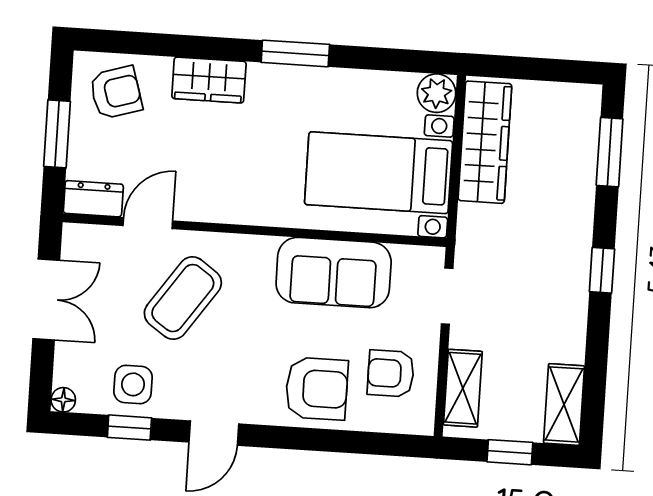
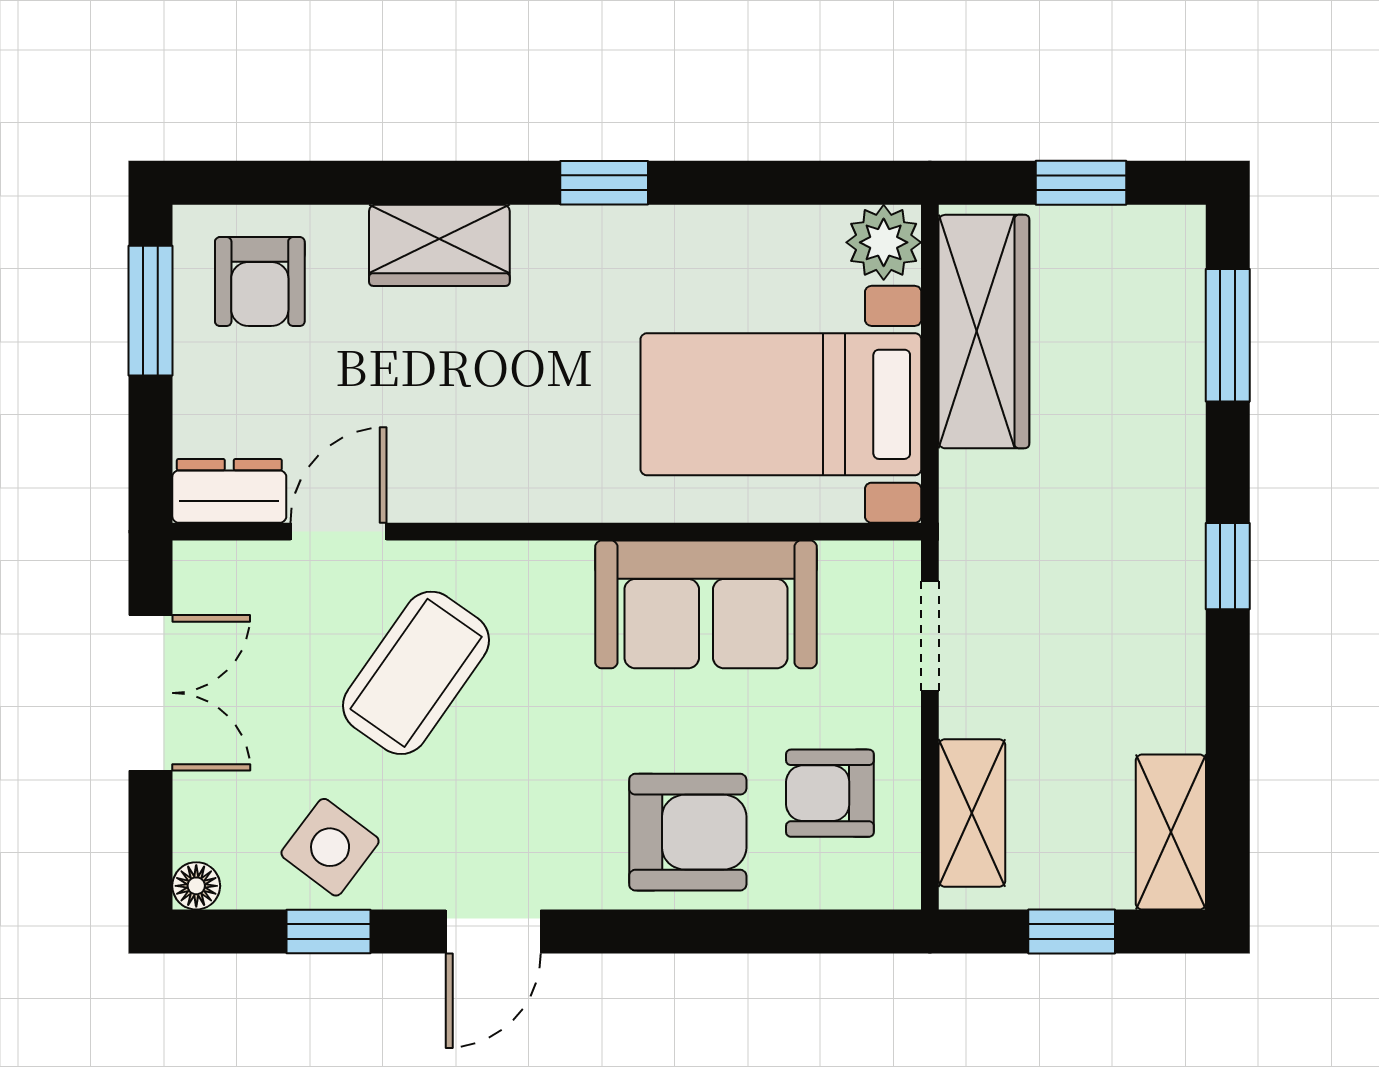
window: (295, 53) -> (604, 183), width x0.67
window: (540, 69) -> (1081, 183), added
armchair: (116, 93) -> (260, 282), turned 107
window: (57, 134) -> (151, 311), moved
side table: (133, 384) -> (330, 847), turned 37

